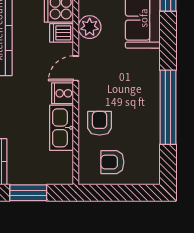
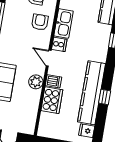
door: (76, 68) -> (49, 58), swing flipped
armchair: (100, 123) -> (40, 22), turned 180

